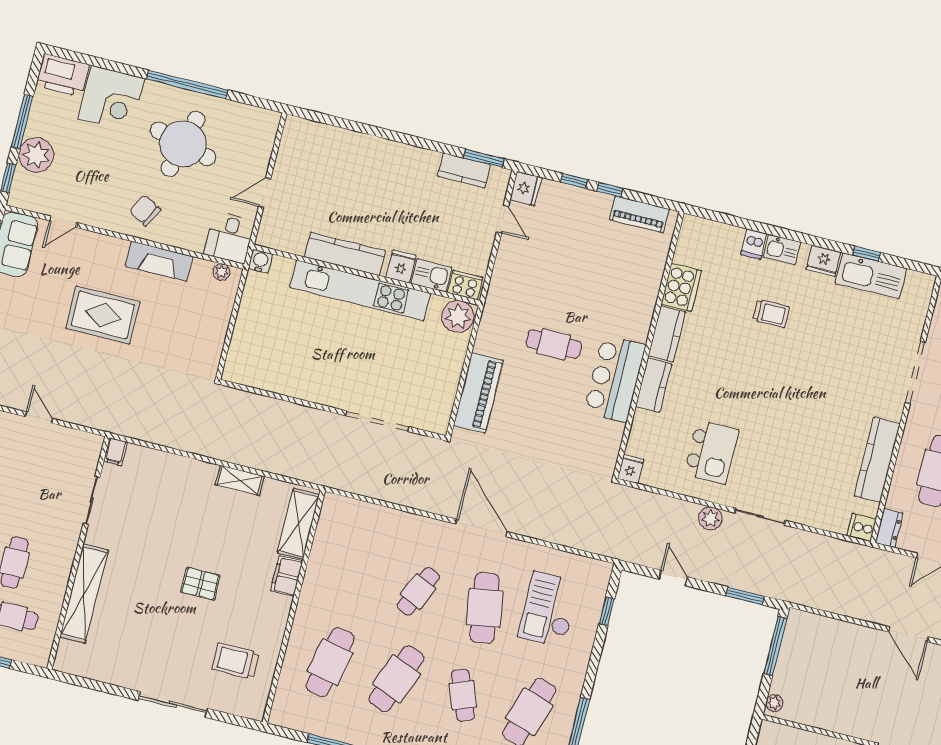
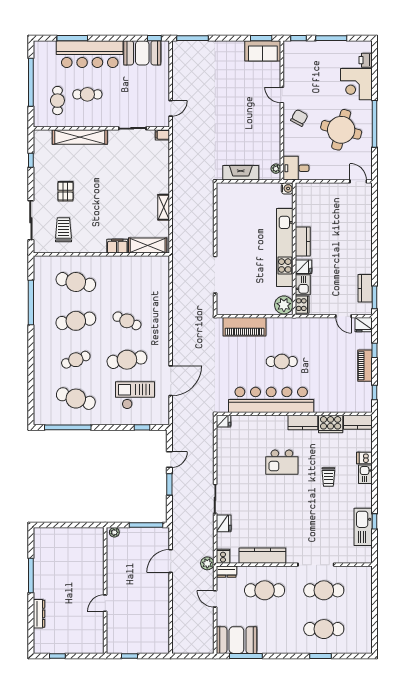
printer: (63, 75) -> (366, 60), width x0.53, depth x0.68
plant: (36, 155) -> (315, 50), removed
window: (610, 190) -> (374, 392), moved
door: (265, 193) -> (358, 181), moved
piano: (639, 214) -> (365, 366), moved
door: (503, 219) -> (344, 316), hinge flipped
door: (63, 222) -> (282, 95), moved
kitchen counter: (345, 254) -> (303, 241), width x0.67
fireplace: (159, 261) -> (241, 173), moved, turned 90
fridge: (823, 261) -> (224, 523), moved, turned 180
rug: (103, 315) -> (236, 109), removed
cafe table: (554, 344) -> (282, 362), turned 90
bar counter: (615, 379) -> (271, 400), width x1.86
kitchen counter: (654, 385) -> (358, 422), moved
door: (39, 418) -> (171, 108), moved
kitchen island: (711, 452) -> (282, 462), moved
plant: (710, 518) -> (207, 563), moved
door: (481, 528) -> (171, 381), moved
pallet: (201, 584) -> (65, 191), moved
window: (745, 596) -> (169, 484), moved
door: (909, 634) -> (171, 561), moved
cafe table: (396, 679) -> (76, 321), turned -30
window: (103, 687) -> (31, 160), added
sliding door: (173, 704) -> (31, 220), moved

